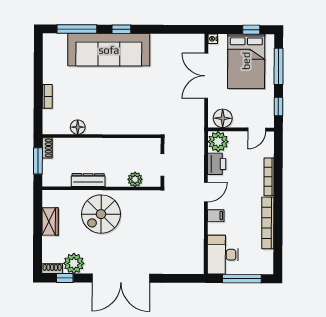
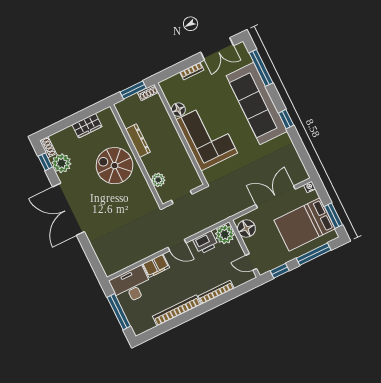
window: (121, 29) -> (286, 119), moved
window: (251, 30) -> (333, 216), width x1.50
double door: (38, 62) -> (217, 49), added
corner sofa: (117, 113) -> (207, 136), added
filing cabinet: (216, 216) -> (156, 266), width x2.00

